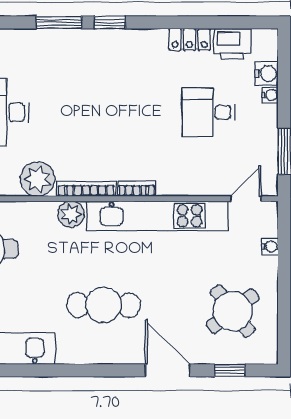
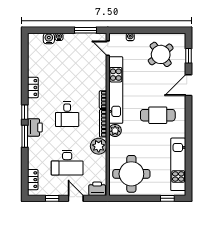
locker: (190, 39) -> (33, 87), moved
printer: (232, 44) -> (35, 127), moved
desk: (208, 112) -> (67, 114), moved
cafe table: (103, 305) -> (158, 115), turned 90

